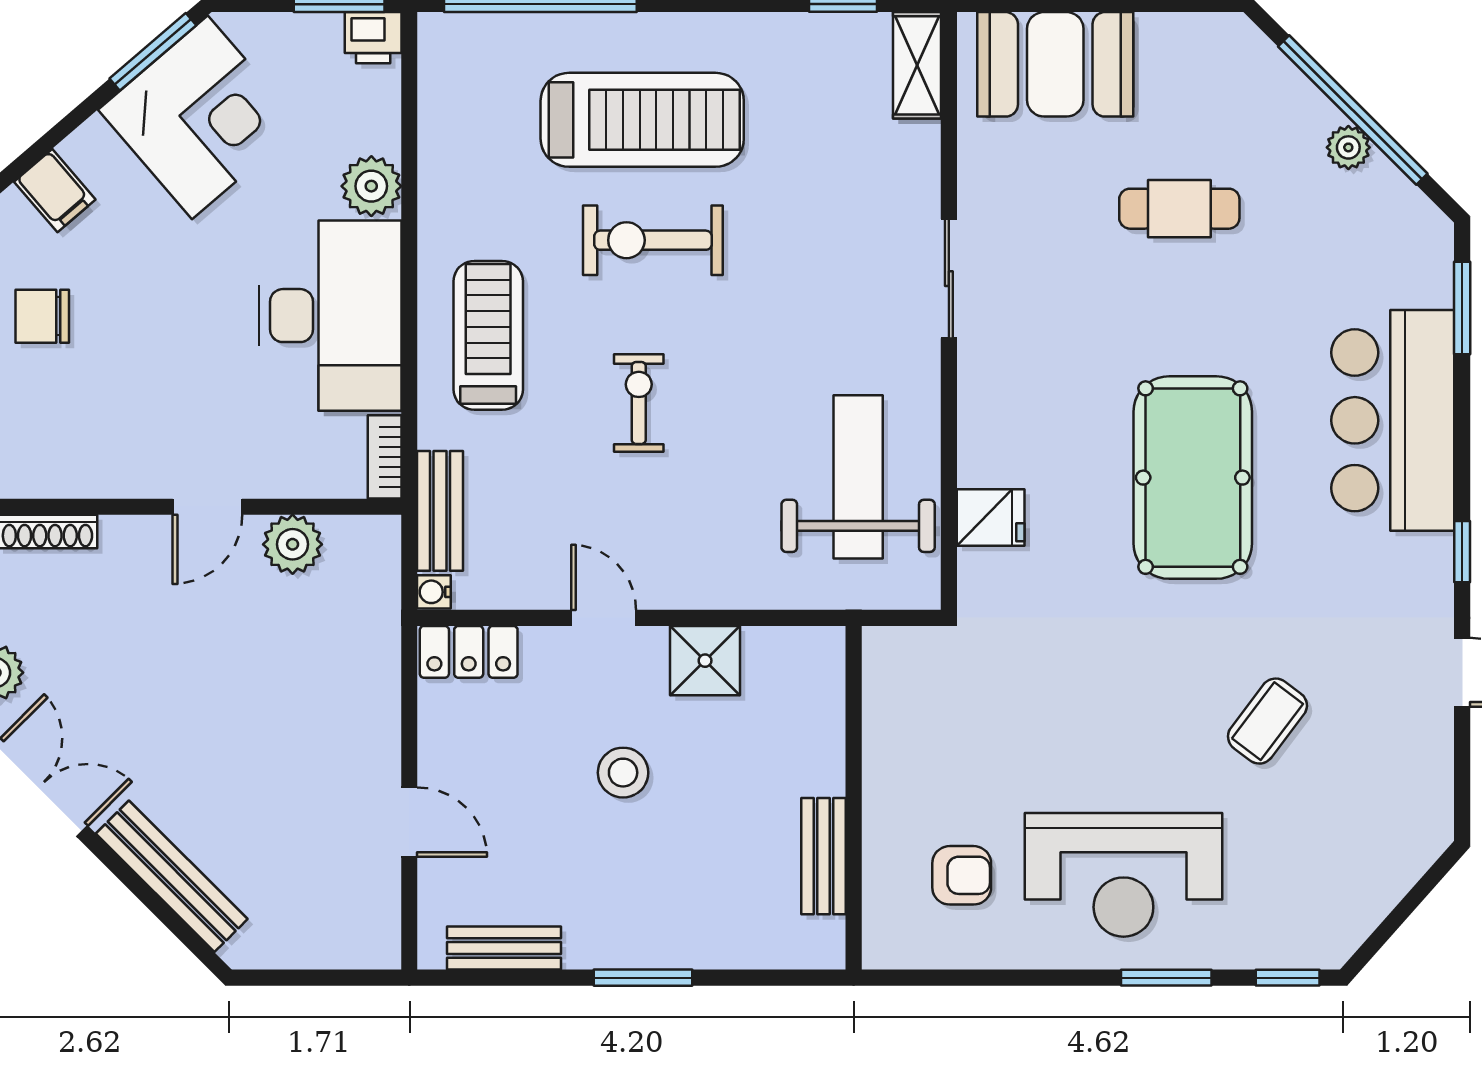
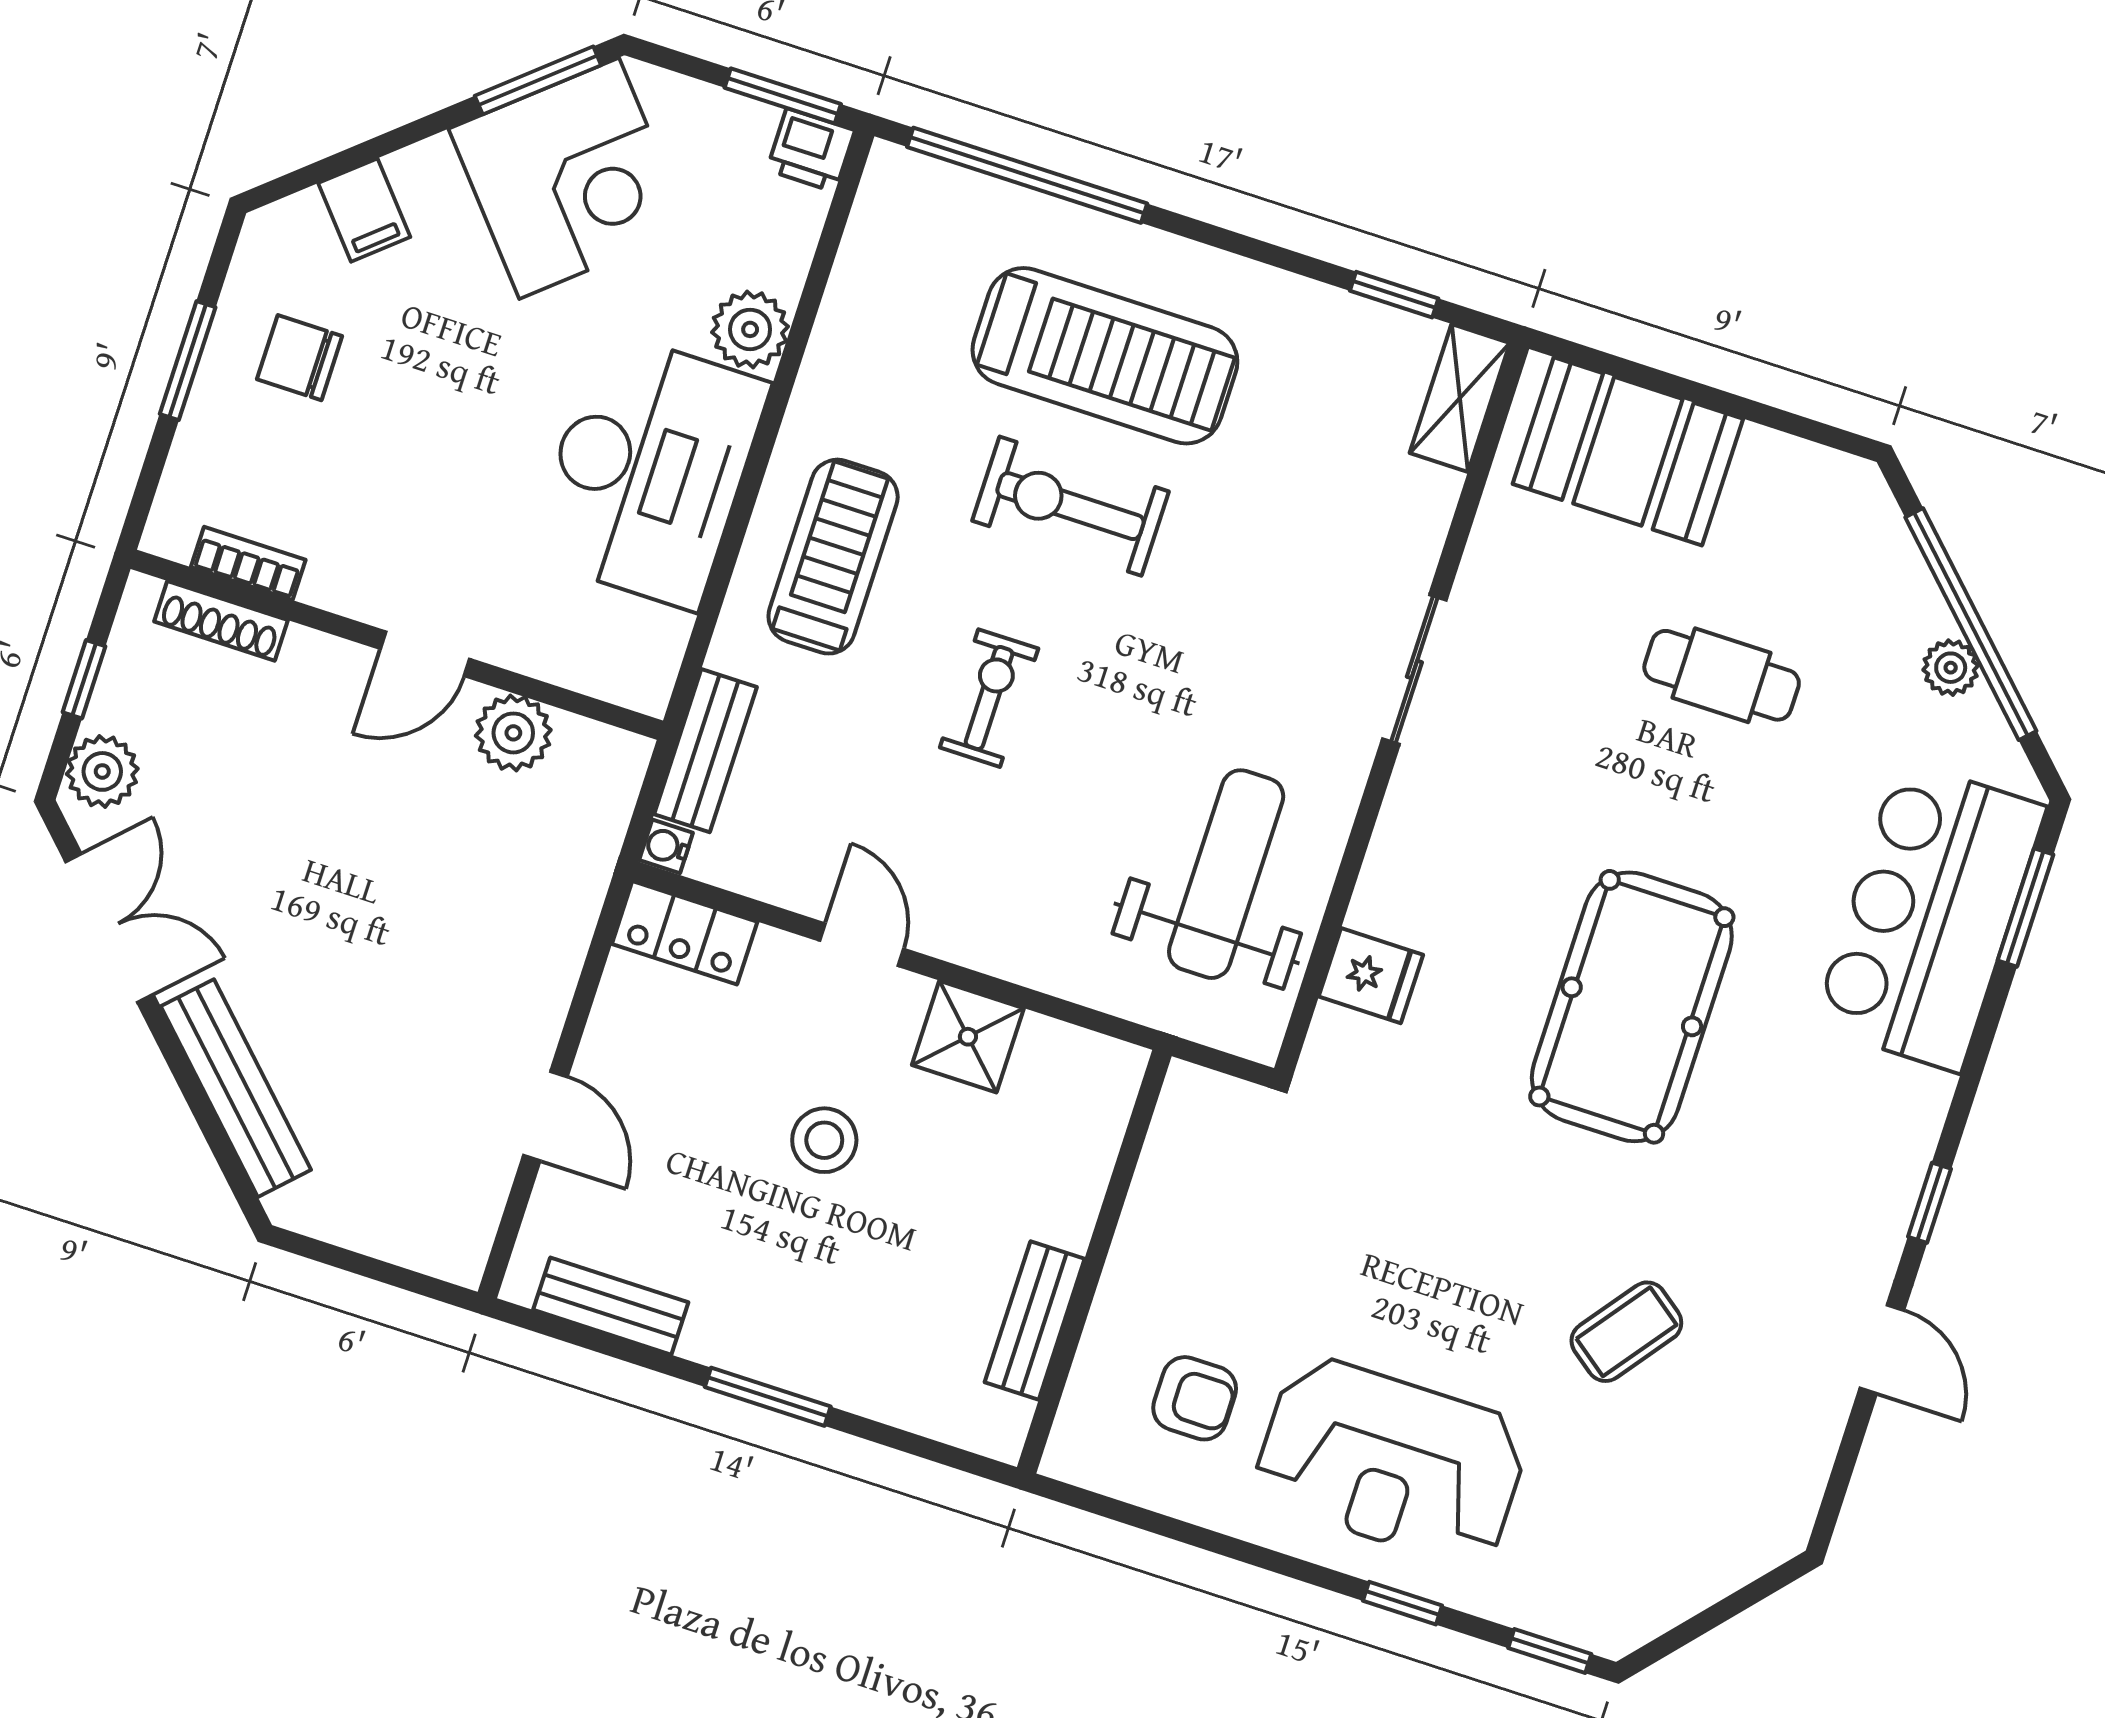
bar counter: (1393, 420) -> (1930, 916), moved
bookcase: (385, 457) -> (248, 563), moved, turned 90
window: (1166, 978) -> (1402, 1603), width x0.67

